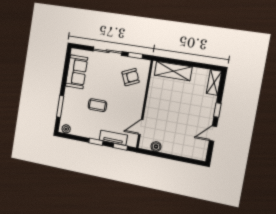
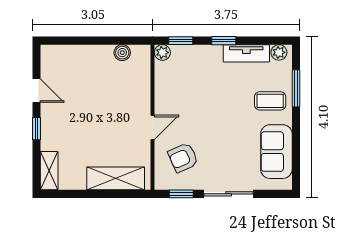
coffee table: (97, 105) -> (270, 101), moved
door: (141, 127) -> (152, 127), moved
door: (213, 134) -> (37, 91), hinge flipped
tv unit: (113, 138) -> (246, 53), moved
plant: (132, 142) -> (162, 52), added

